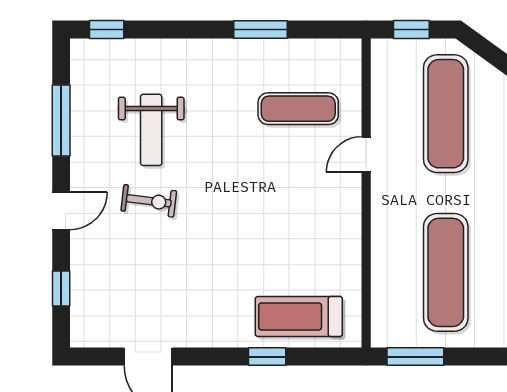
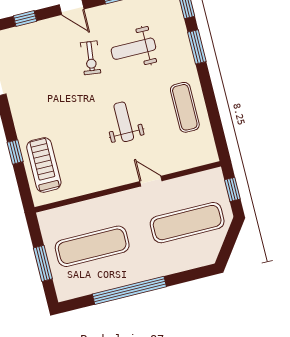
window: (261, 29) -> (197, 47), moved
exercise mat: (298, 109) -> (185, 107), moved
weight bench: (262, 174) -> (124, 122), added
window: (415, 357) -> (43, 263), moved

